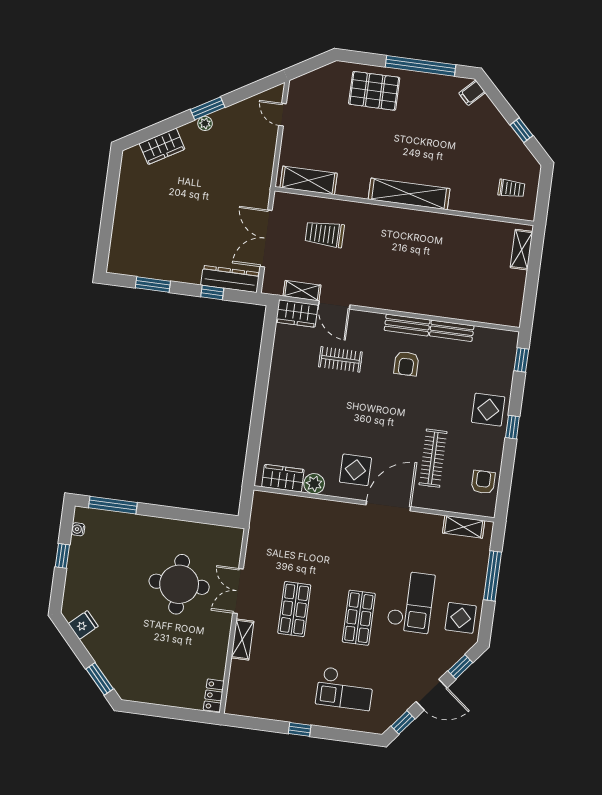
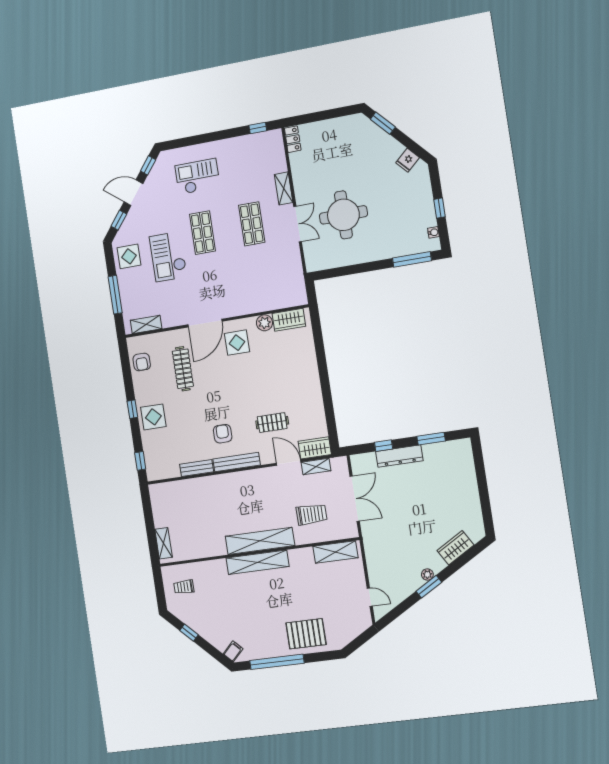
shelving: (398, 219) -> (260, 541), added
dresser: (230, 279) -> (399, 456), moved
bench: (407, 325) -> (236, 462), width x1.36
window: (300, 729) -> (258, 128), moved

